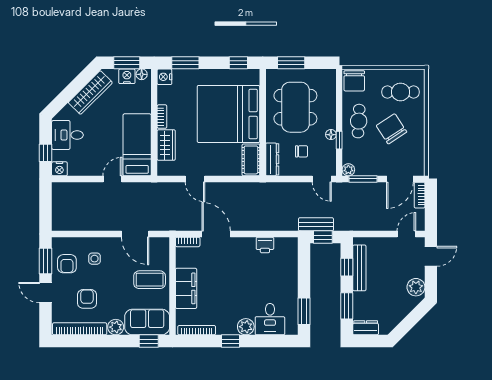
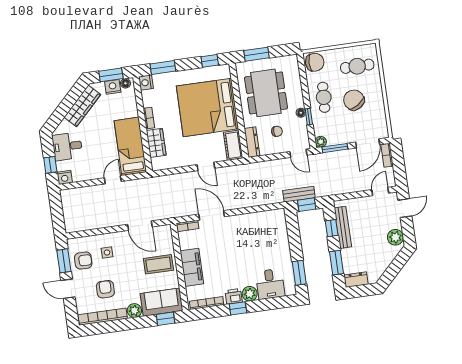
chair: (354, 81) -> (315, 62), turned -90
door: (195, 179) -> (206, 166), moved
printer: (265, 245) -> (234, 296), moved, turned 180
armchair: (67, 264) -> (83, 261), turned -90

